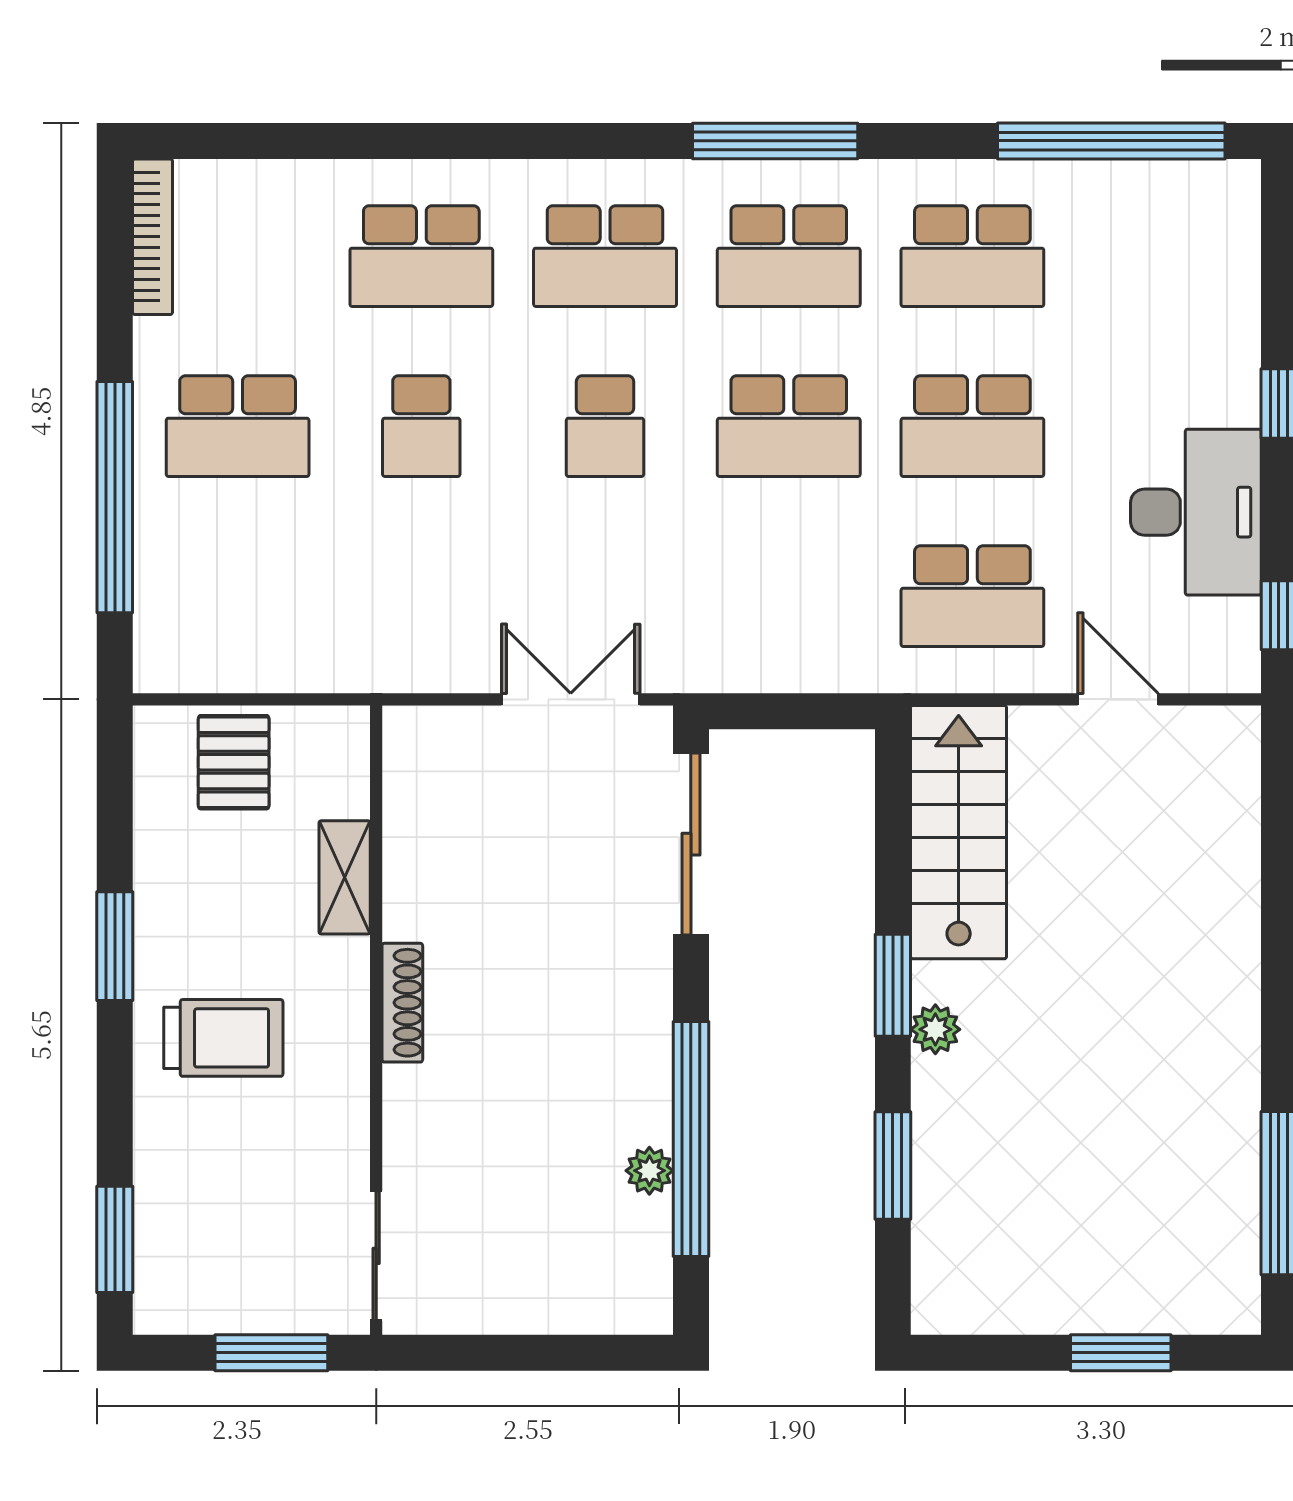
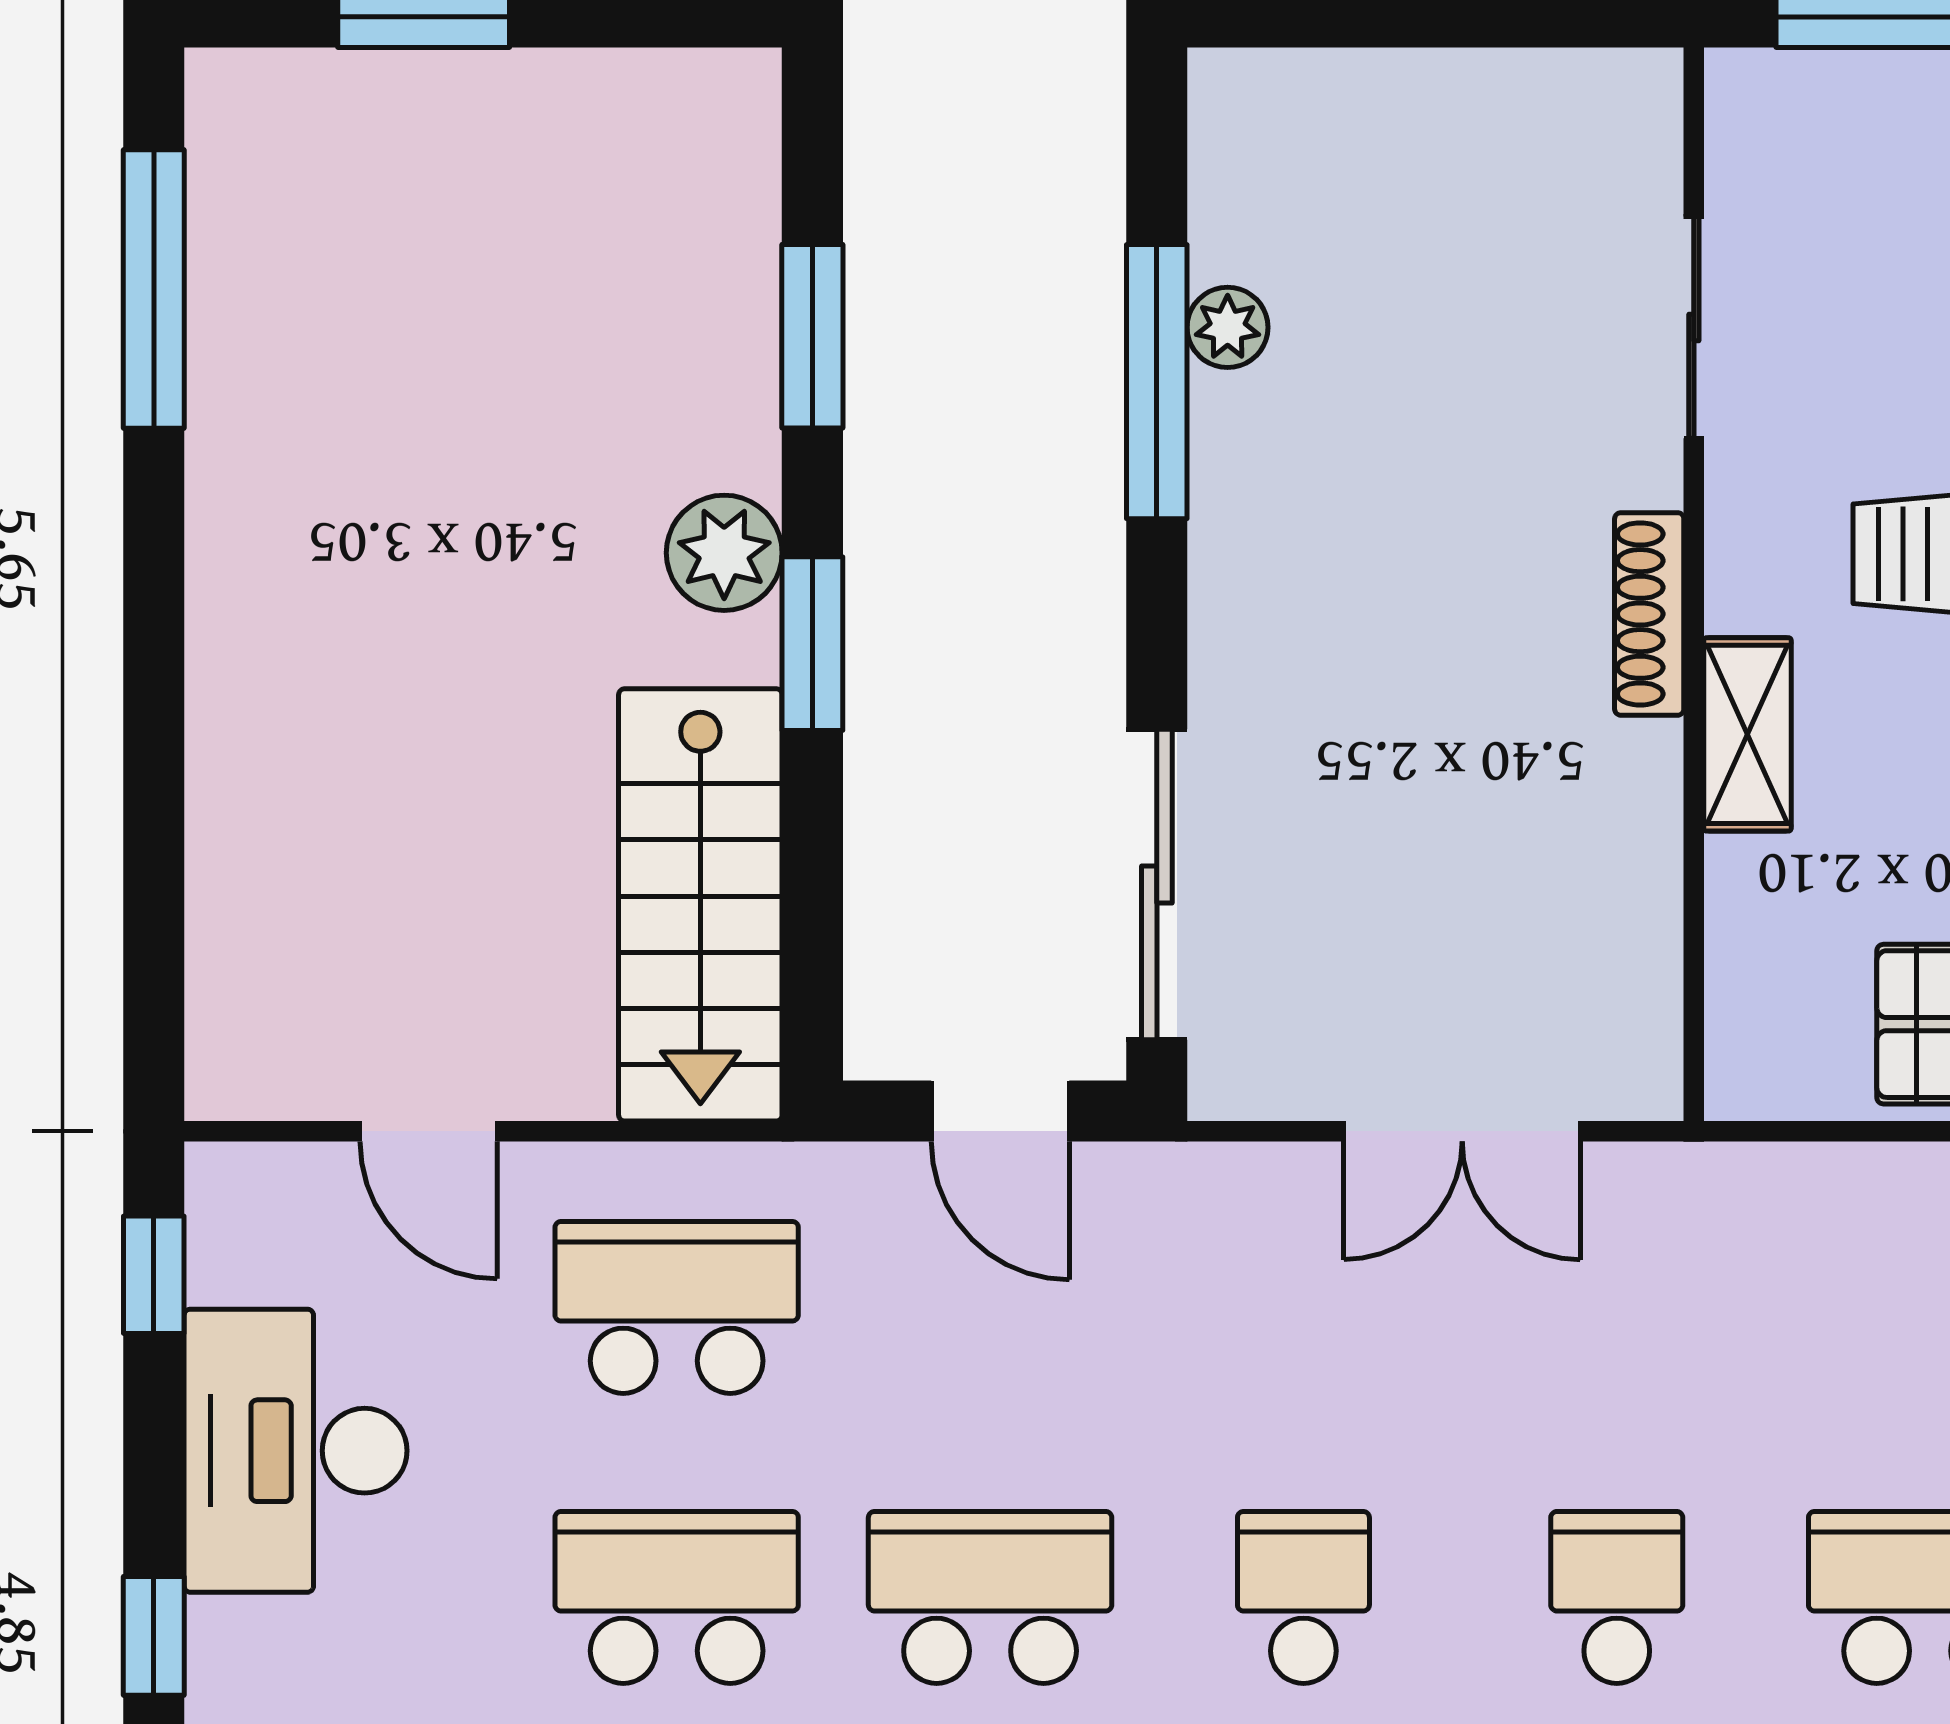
double door: (571, 699) -> (1462, 1131), moved
door: (783, 711) -> (1000, 1111), added
shelving: (345, 877) -> (1747, 734), moved
plant: (935, 1029) -> (724, 553), width x1.38, depth x1.38
window: (691, 1139) -> (1157, 382), width x0.68
sliding door: (376, 1256) -> (1694, 327), moved

